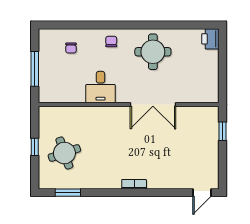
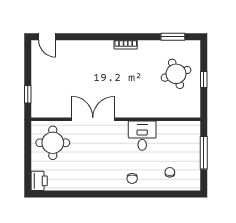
round table: (153, 52) -> (53, 143), moved
bookcase: (134, 184) -> (126, 45), moved
door: (202, 193) -> (47, 37), swing flipped

